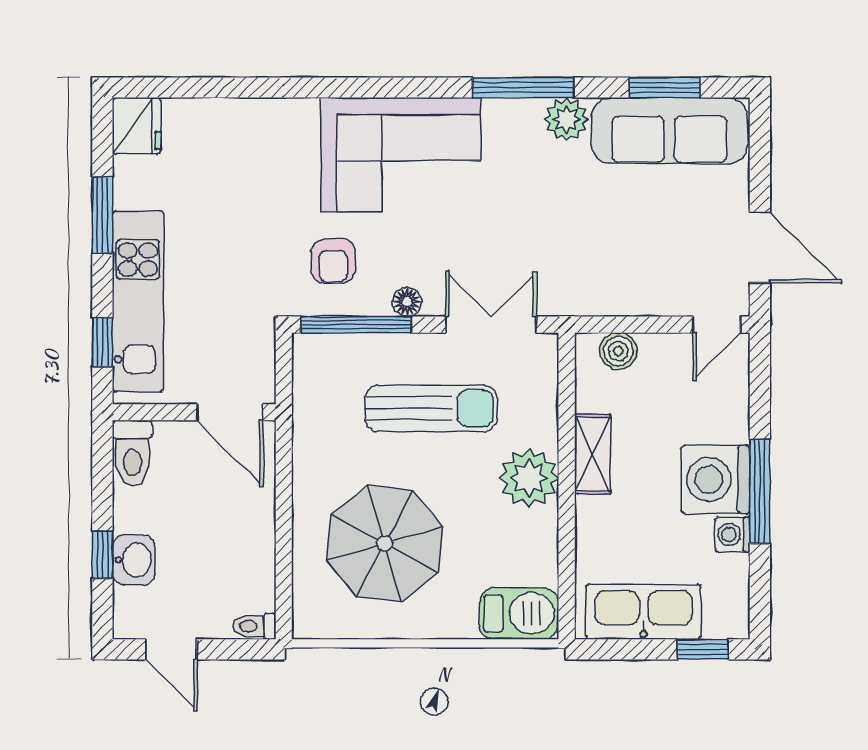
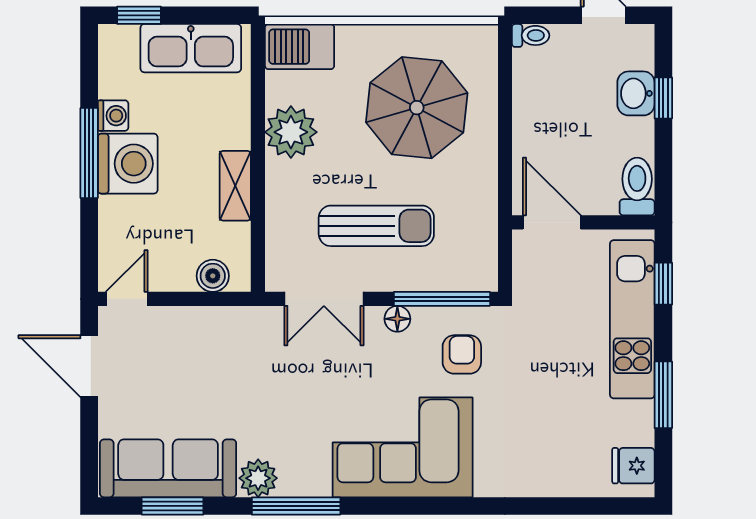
fridge: (137, 126) -> (633, 466), width x0.72
sun lounger: (431, 408) -> (376, 226), turned 180
plant: (529, 478) -> (291, 132), moved

